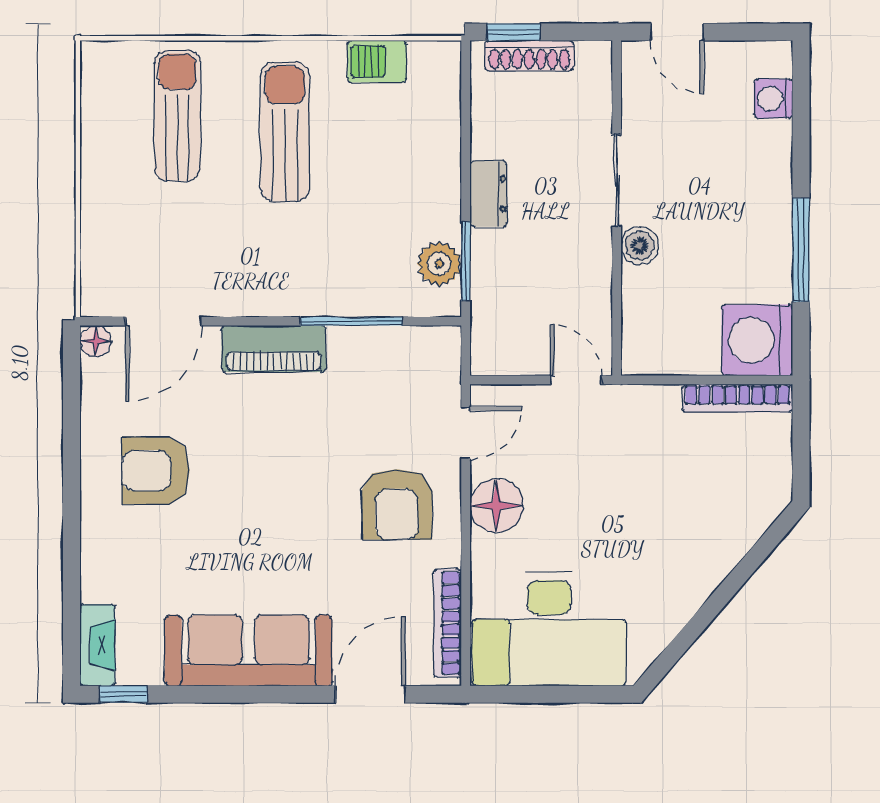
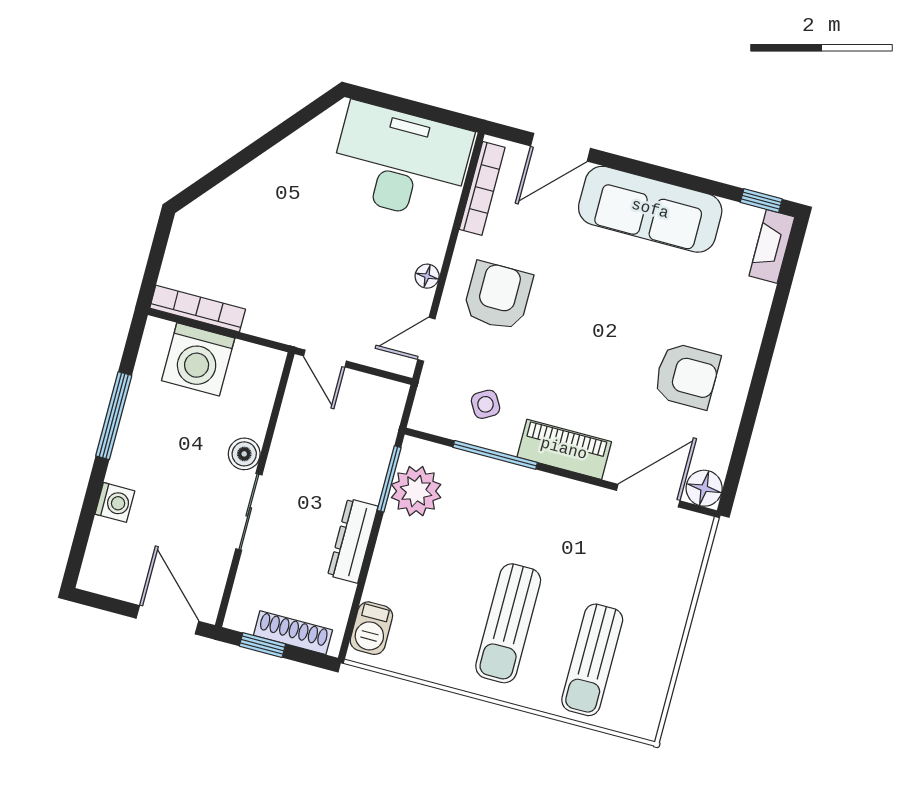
window: (514, 32) -> (262, 645), moved
door: (677, 32) -> (167, 620), width x1.38
barbecue: (377, 61) -> (371, 628), moved, turned 90
washing machine: (773, 99) -> (115, 502), moved
dresser: (488, 194) -> (353, 541), width x1.44
plant: (439, 264) -> (416, 491), width x1.36, depth x1.36
washing machine: (757, 340) -> (198, 359), moved, turned 90
floor lamp: (96, 341) -> (704, 488), width x1.37, depth x1.37
side table: (378, 376) -> (485, 404), added
floor lamp: (497, 506) -> (427, 276), width x0.53, depth x0.53

